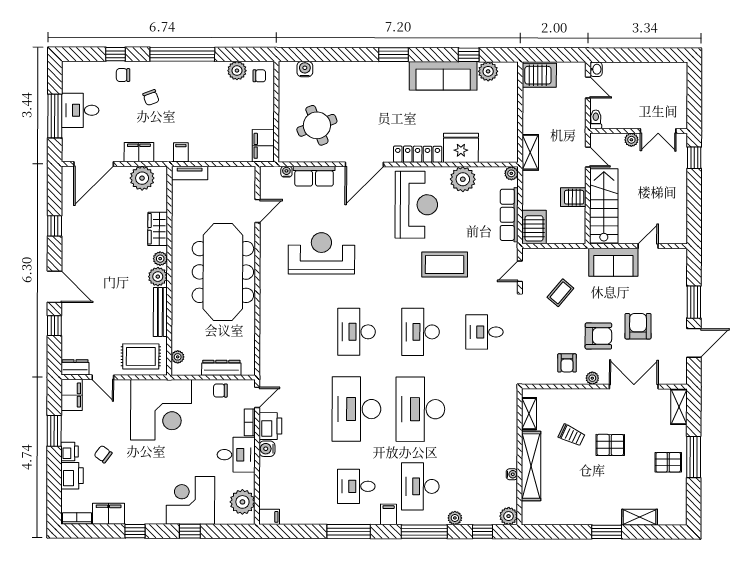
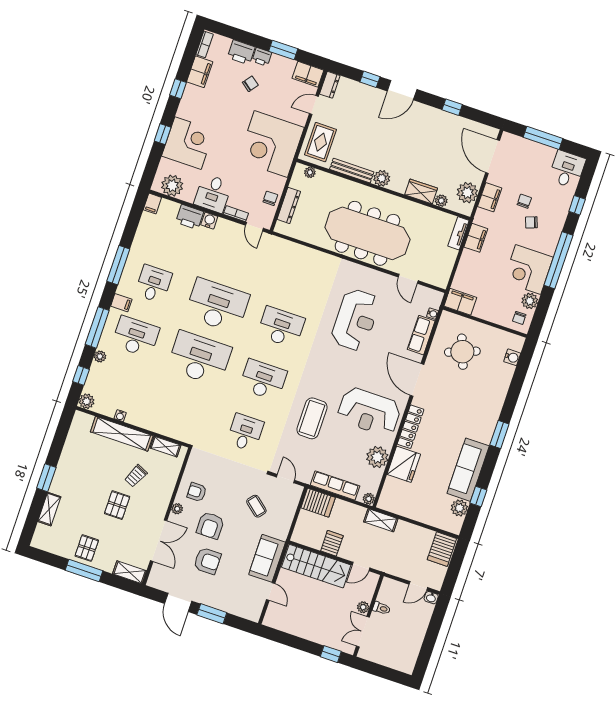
chair: (123, 75) -> (524, 201), moved
corner desk: (203, 84) -> (528, 269), added
desk: (80, 110) -> (567, 169), moved
toilet: (596, 119) -> (381, 608), moved
filing cabinet: (181, 152) -> (476, 238), width x2.00
plant: (160, 259) -> (441, 201), moved
printer: (270, 426) -> (190, 217), moved

